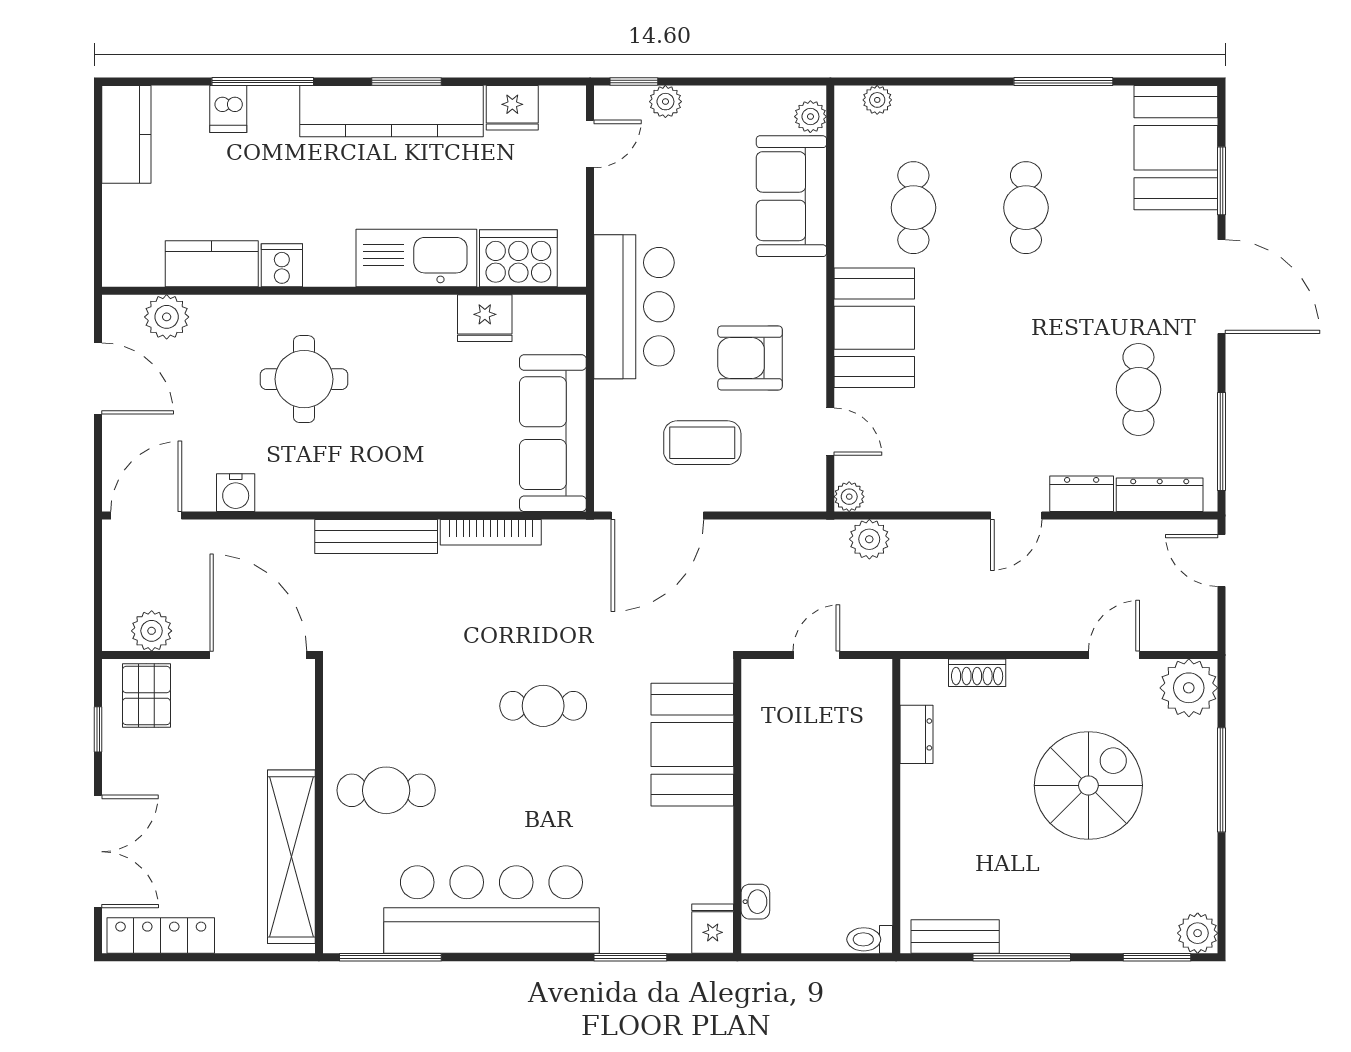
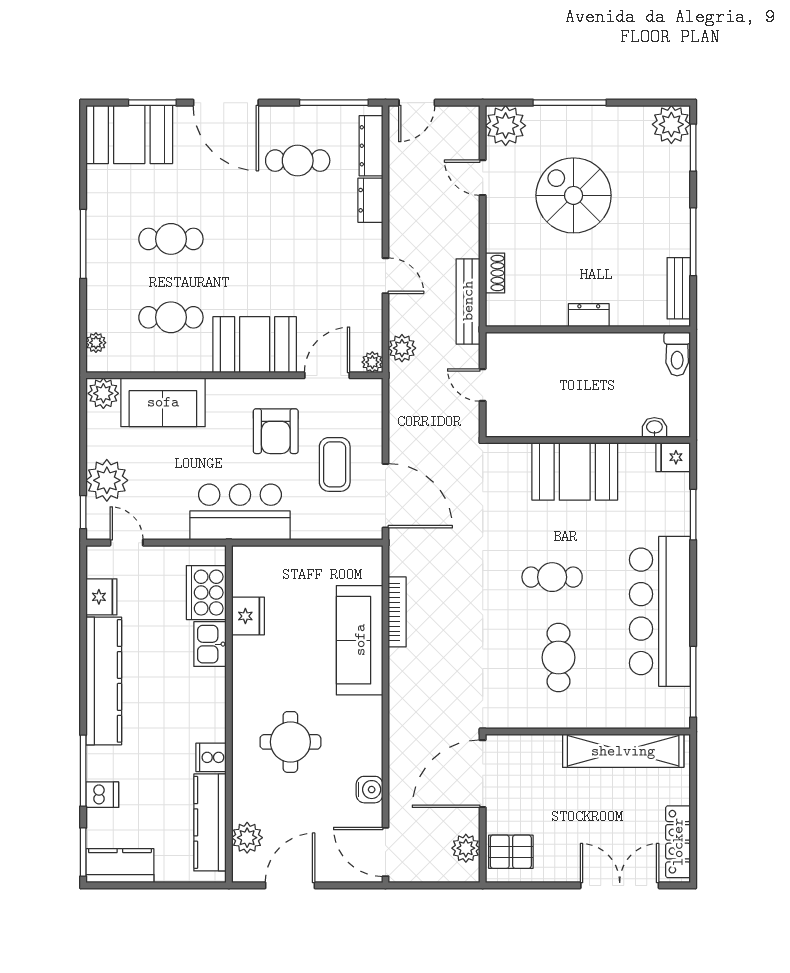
window: (406, 82) -> (83, 852), moved
window: (1063, 82) -> (83, 244), moved
plant: (665, 102) -> (107, 480), width x1.87, depth x1.87
plant: (810, 117) -> (103, 393), width x1.38, depth x1.38
kitchen sink: (416, 258) -> (210, 644), width x0.53, depth x0.81
kitchen counter: (212, 264) -> (210, 822), width x1.50
door: (1222, 287) -> (226, 103), swing flipped
door: (830, 432) -> (327, 375), width x1.38
sofa: (553, 433) -> (360, 640), moved, turned 90
door: (1016, 516) -> (385, 276), moved
bench: (376, 537) -> (468, 301), moved
cafe table: (543, 706) -> (552, 577), moved, turned 90
window: (98, 729) -> (534, 885), removed
dresser: (917, 734) -> (589, 315), moved
booth: (692, 745) -> (575, 471), moved
cafe table: (386, 790) -> (558, 657), moved
plant: (1198, 933) -> (671, 124), width x1.36, depth x1.36
toilet: (870, 939) -> (677, 354), width x1.37, depth x1.39

